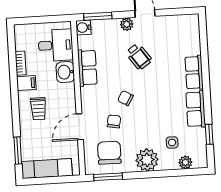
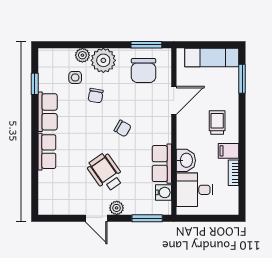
water cooler: (83, 28) -> (163, 192), moved
wheelchair: (139, 57) -> (106, 172), width x1.36, depth x1.37
chair: (114, 121) -> (96, 96), moved
plant: (185, 162) -> (82, 55), moved

